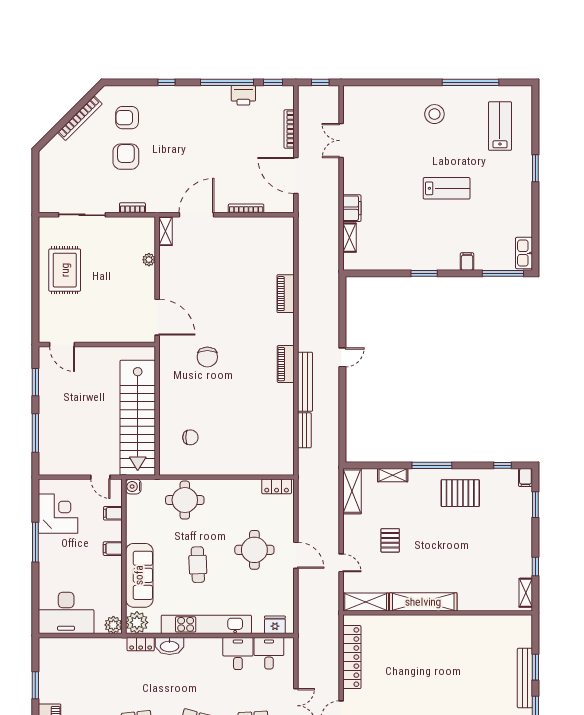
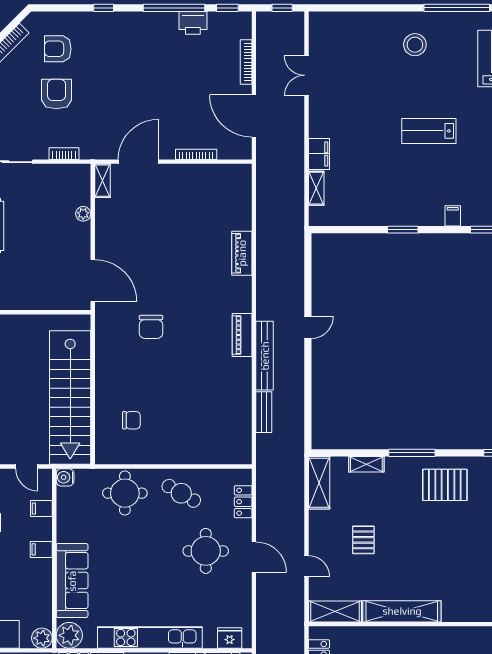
lab bench: (447, 188) -> (429, 131), turned 180
locker: (277, 486) -> (243, 502), moved, turned 90
cafe table: (198, 565) -> (181, 493), moved, turned -58

